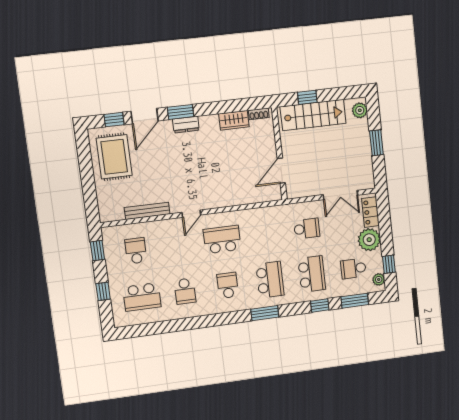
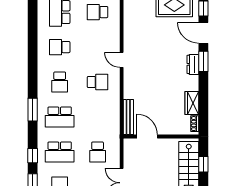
bench: (147, 211) -> (128, 117), moved
school desk: (222, 240) -> (98, 82), width x0.54
school desk: (136, 251) -> (98, 12), turned 180
school desk: (228, 285) -> (60, 82), turned 90

